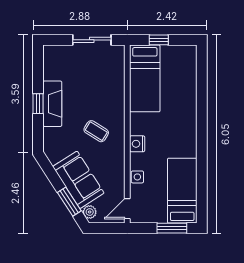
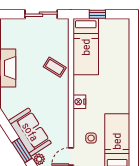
coffee table: (96, 131) -> (55, 67), moved
side table: (137, 177) -> (91, 138), moved

